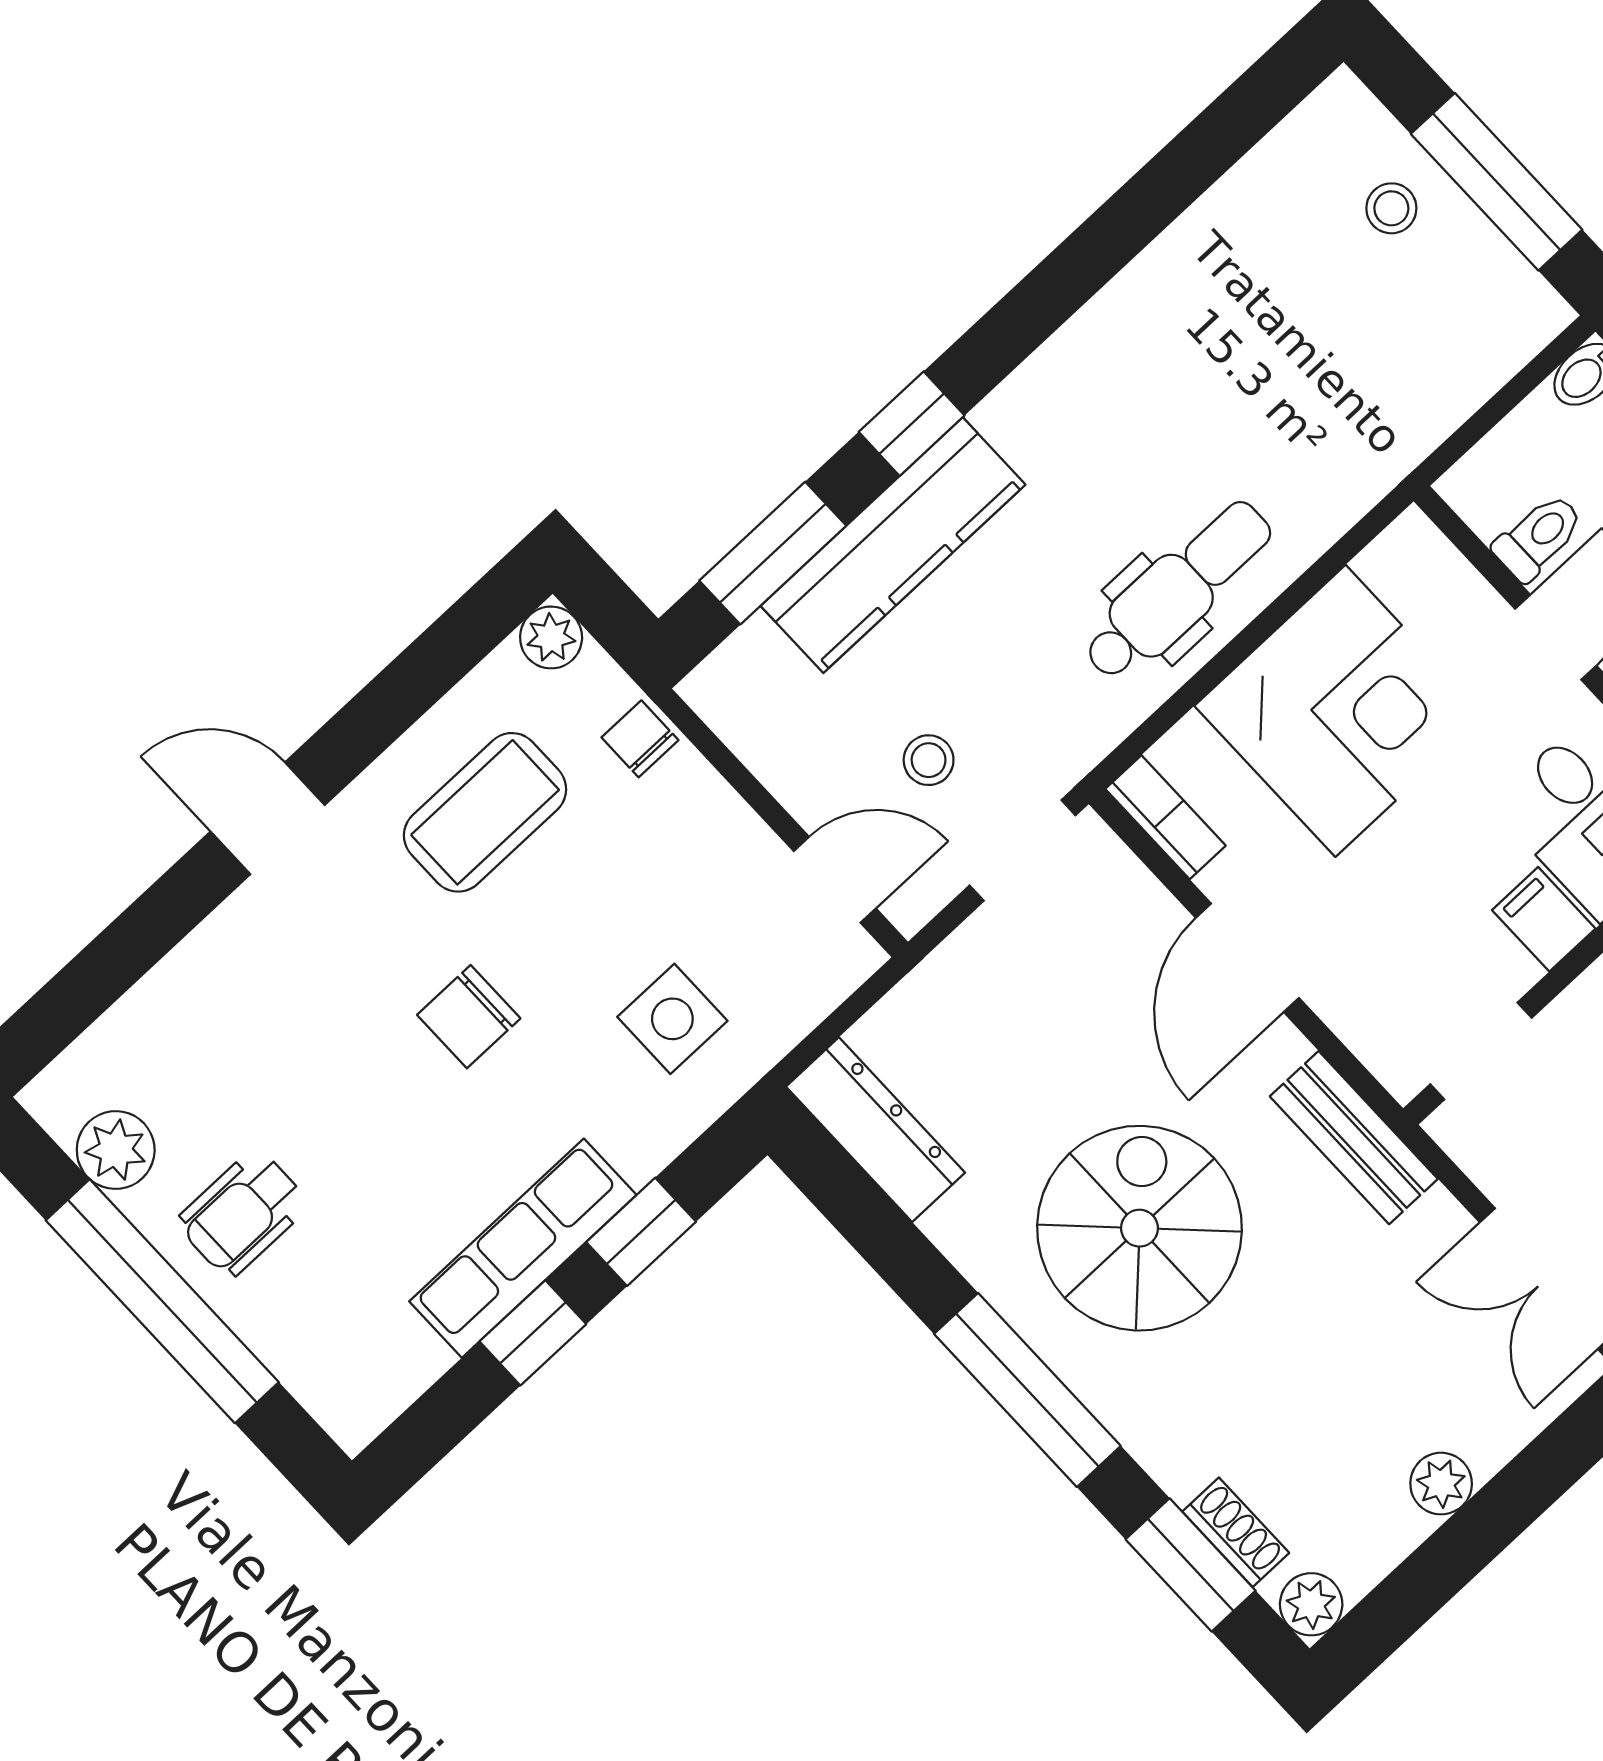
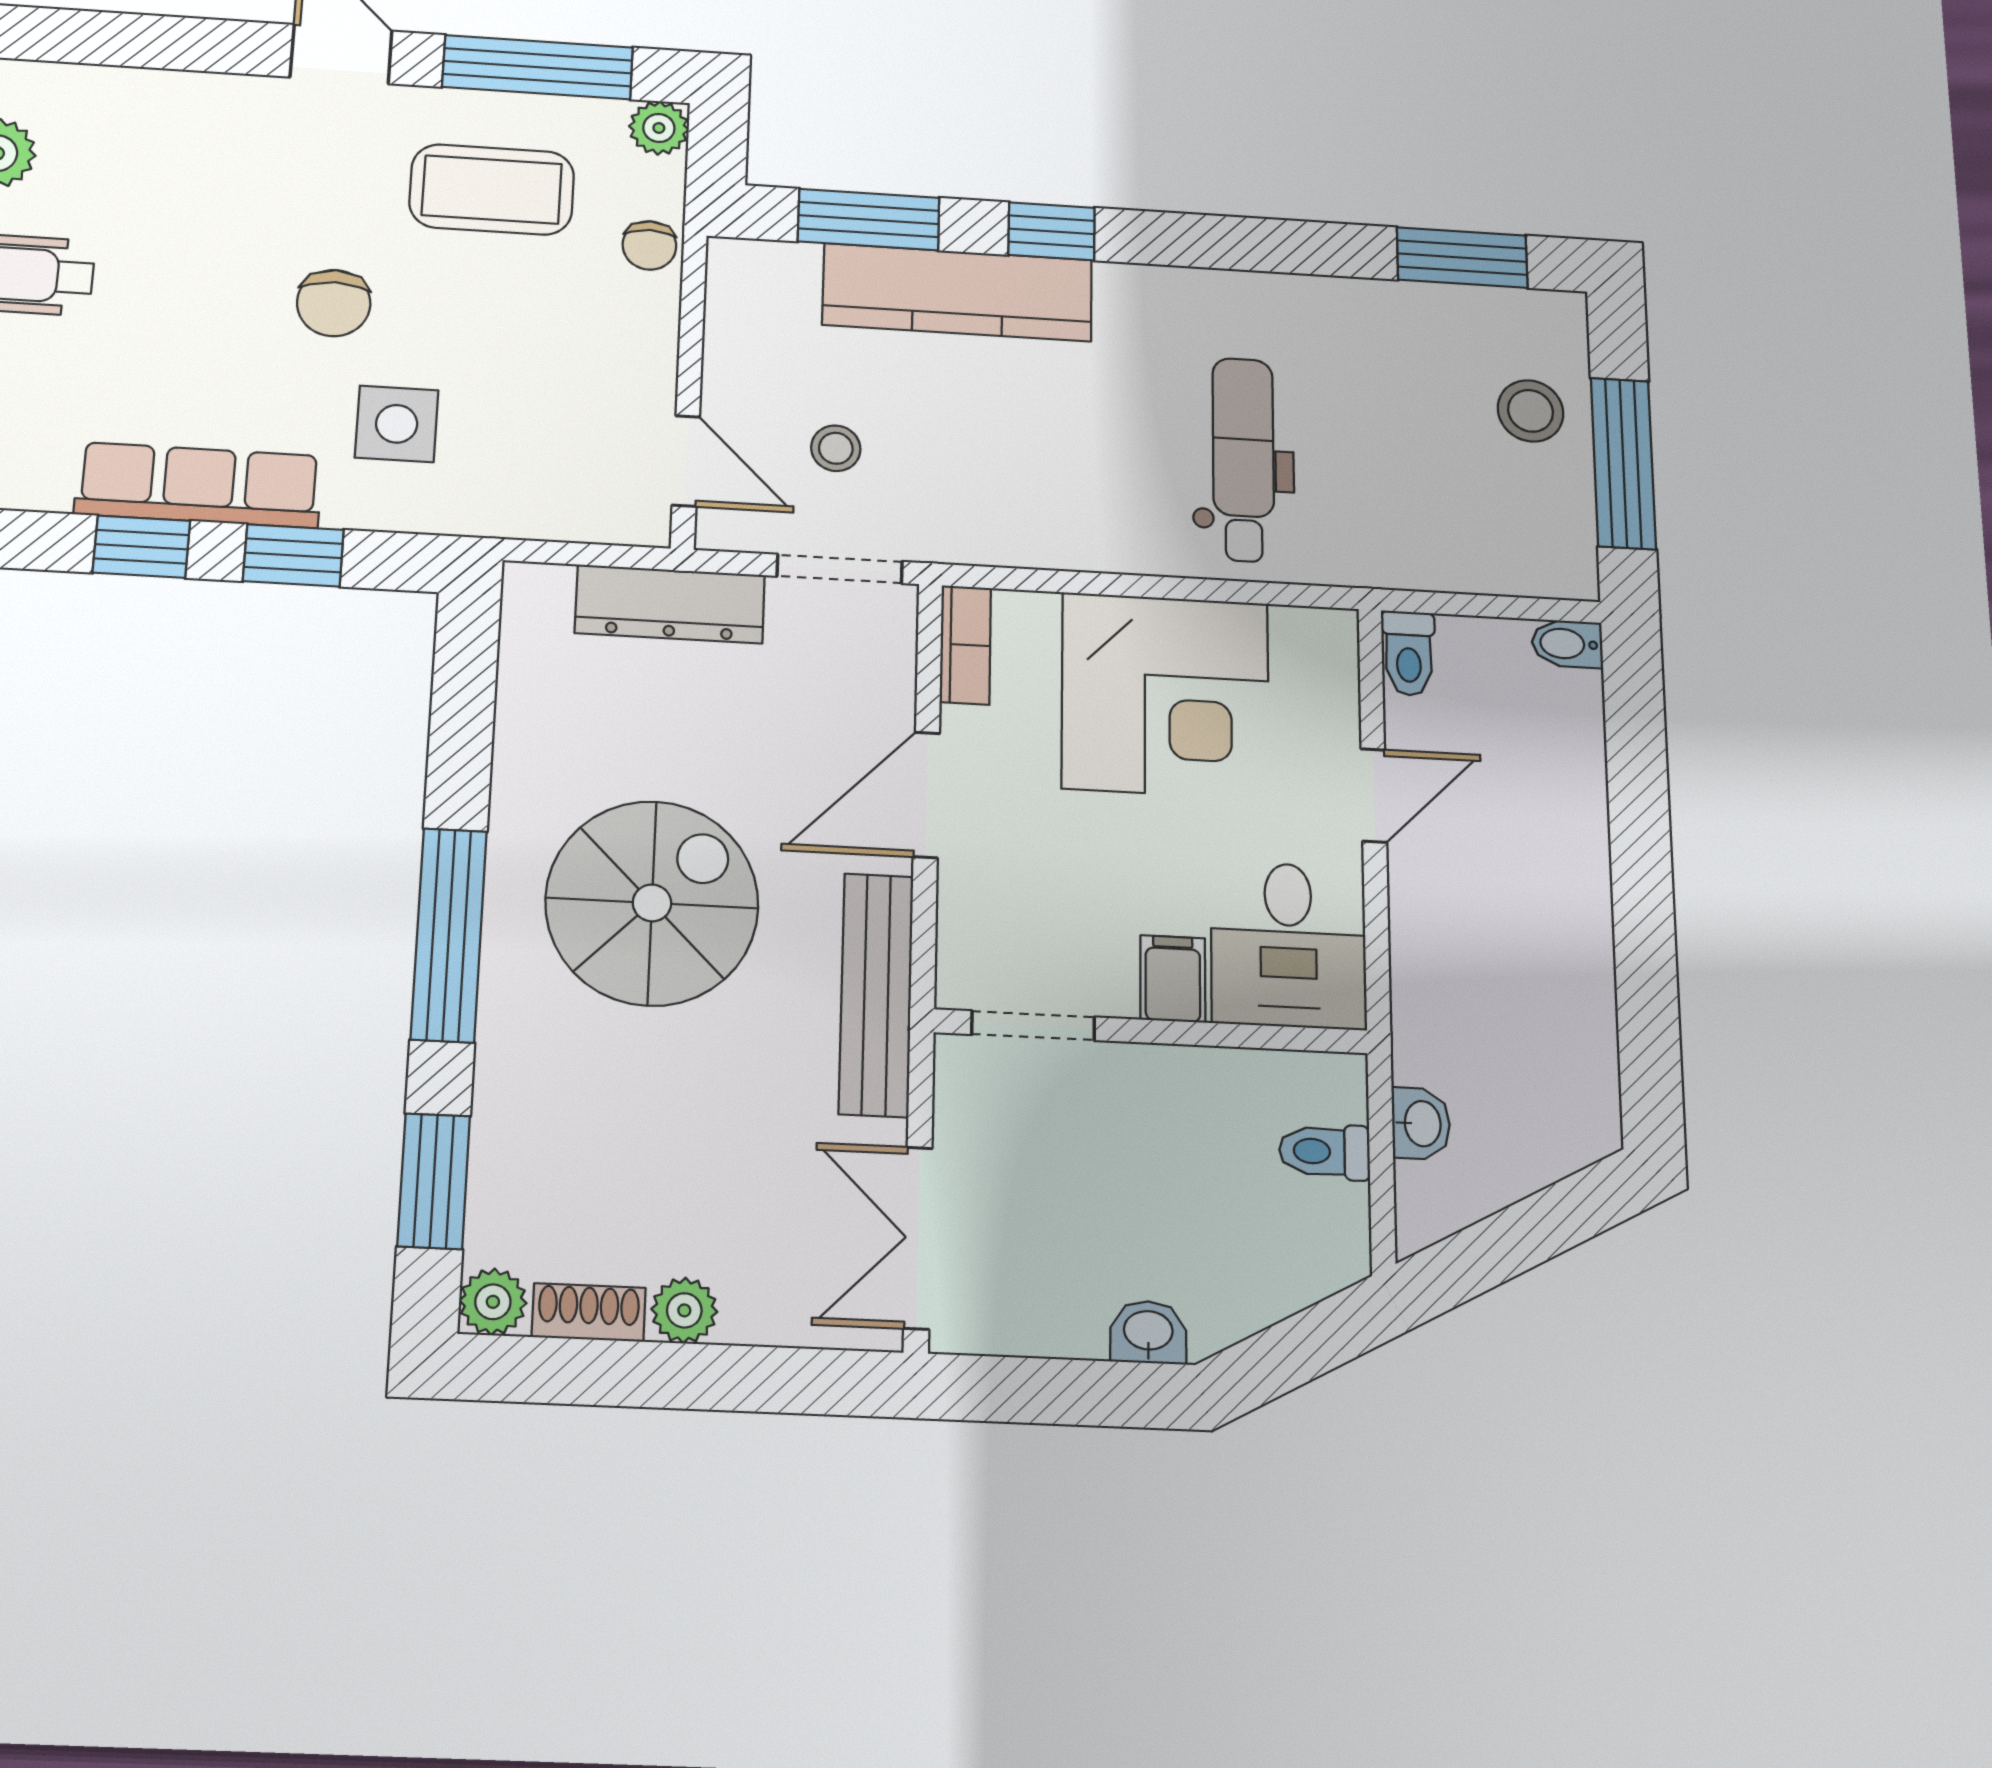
window: (1227, 130) -> (1462, 258), added
stool: (1391, 208) -> (1531, 411), width x1.37, depth x1.37
toilet: (1539, 537) -> (1409, 653), moved, turned 90
dental chair: (1177, 591) -> (1243, 459), moved, turned -90
window: (416, 680) -> (538, 67), added
chair: (640, 739) -> (649, 245), turned 180
chair: (469, 1017) -> (334, 303), turned -90
side table: (672, 1019) -> (397, 424), moved
dresser: (875, 1130) -> (670, 604), moved, turned 90
bench: (1354, 1138) -> (876, 994), width x1.36
shoe rack: (1236, 1532) -> (589, 1312), moved, turned -90

